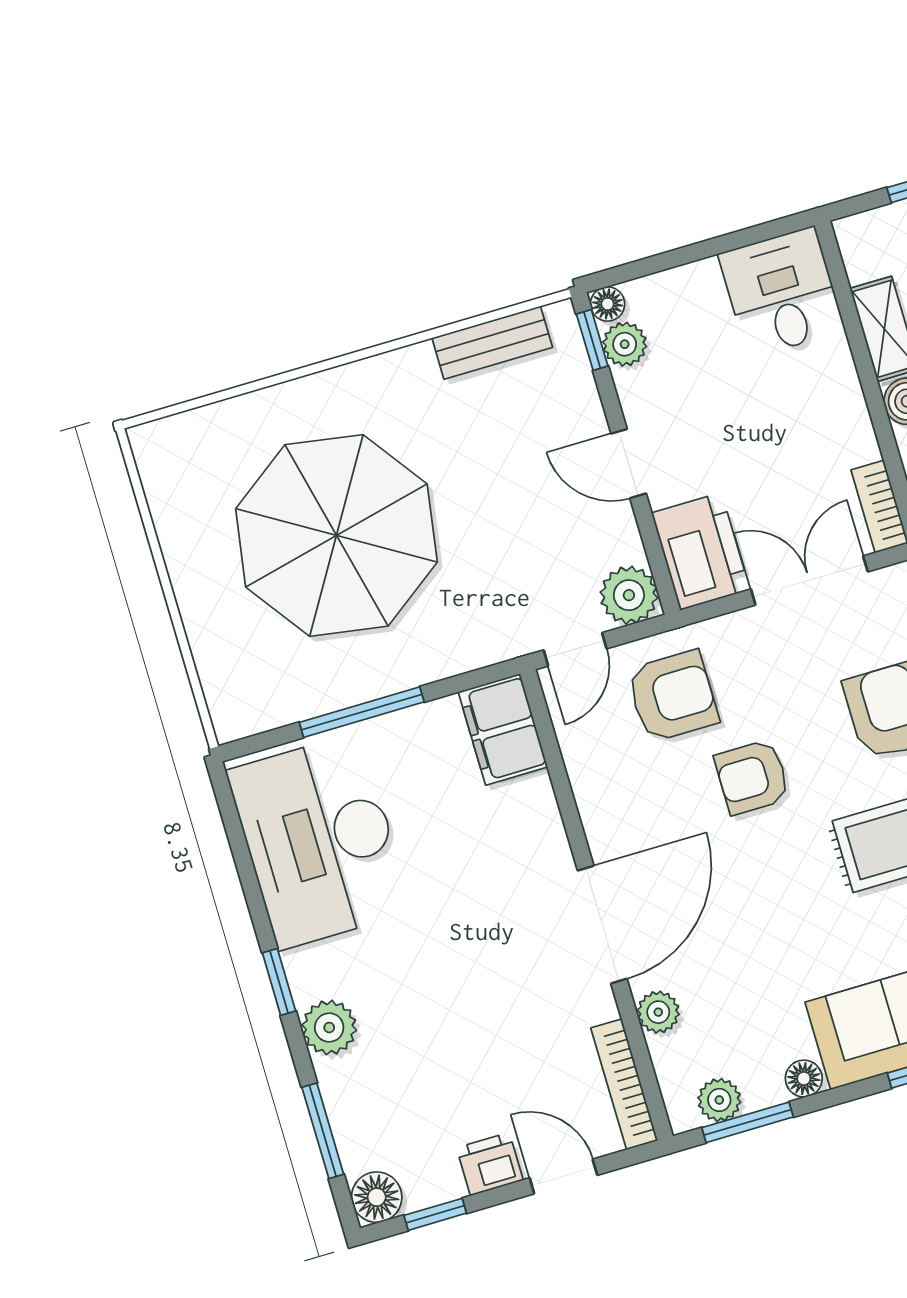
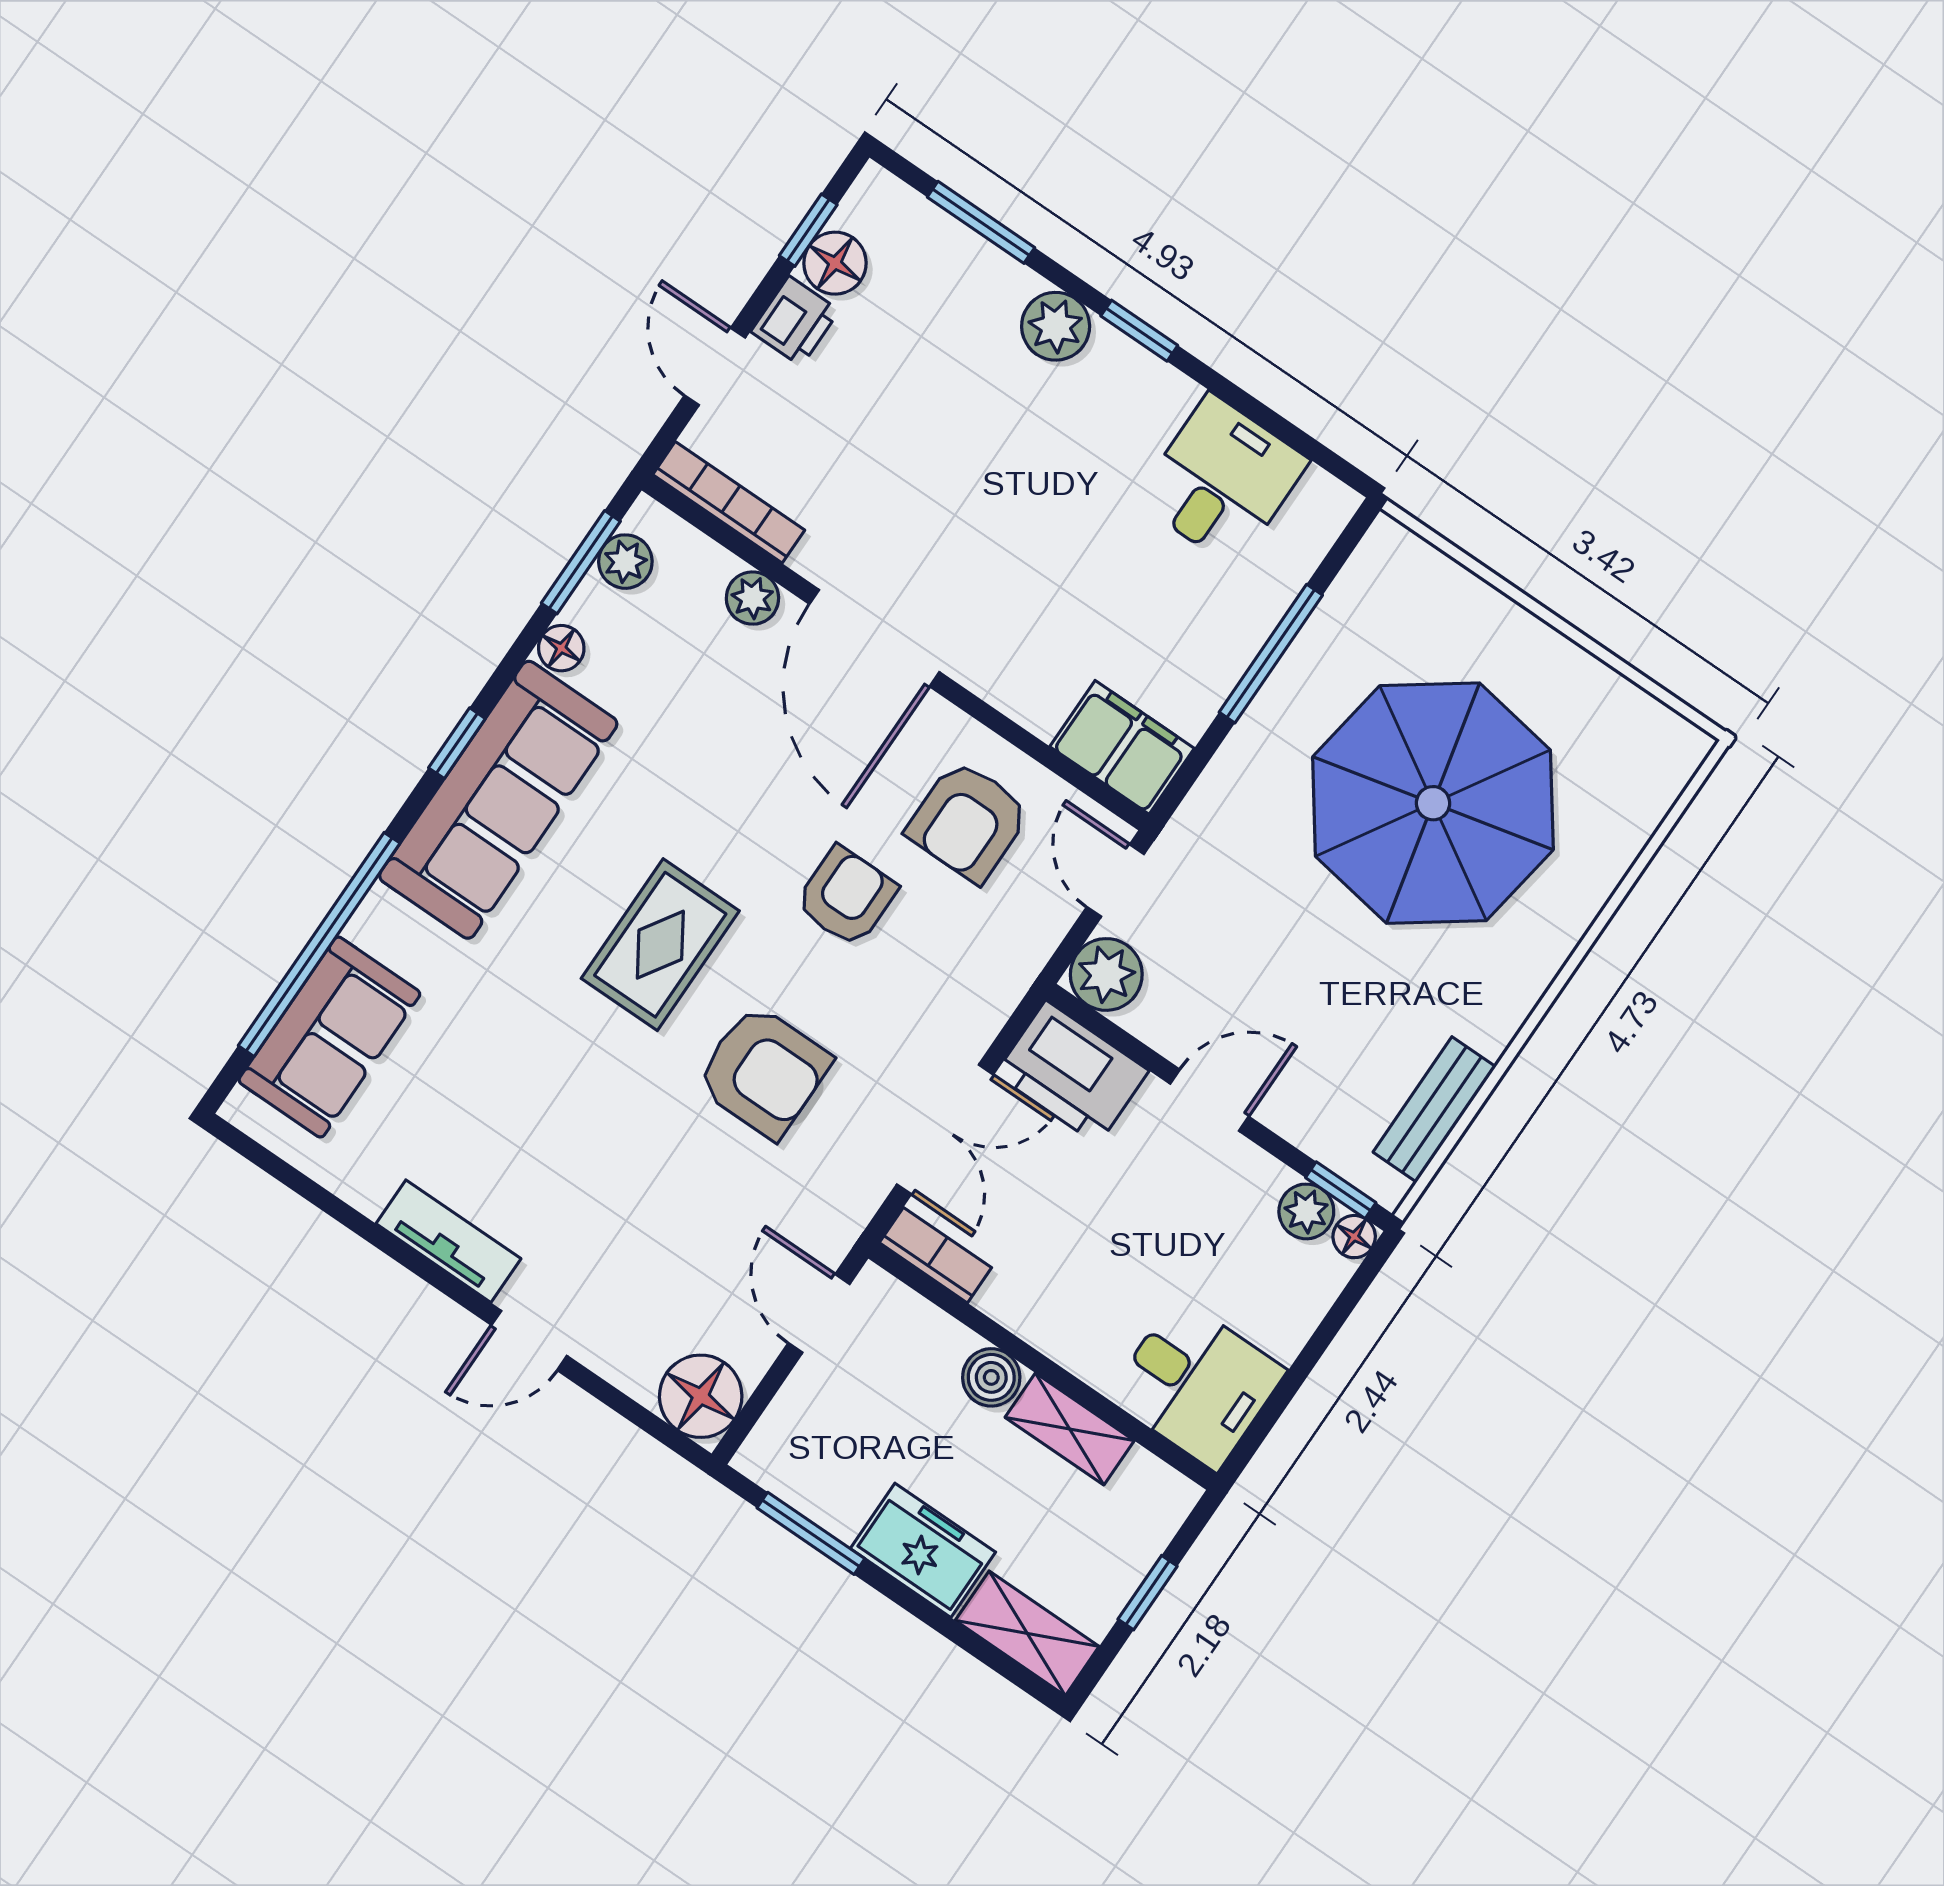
armchair: (673, 696) -> (968, 821), moved
desk: (319, 841) -> (1222, 480), width x0.53, depth x0.77
door: (563, 1177) -> (715, 367), swing flipped
floor lamp: (377, 1197) -> (835, 263), moved

